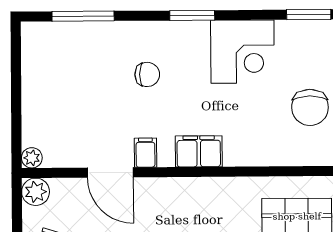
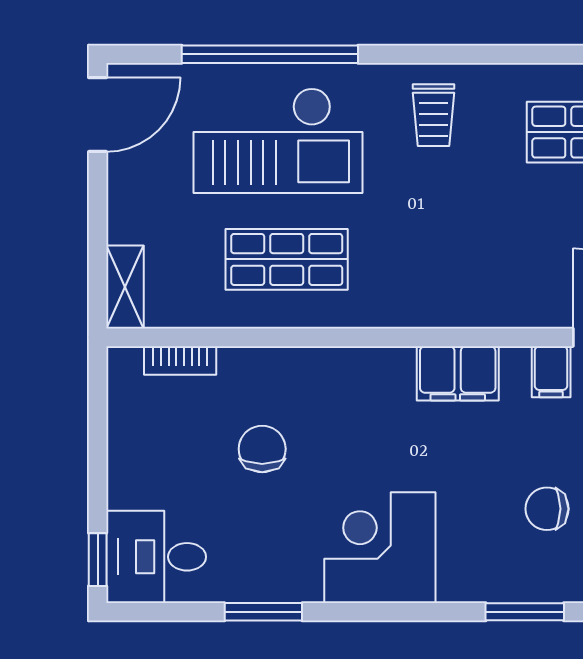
window: (192, 15) -> (525, 612), moved
chair: (310, 107) -> (262, 449), width x0.73, depth x0.73

